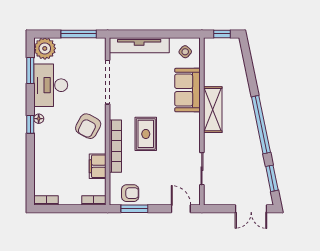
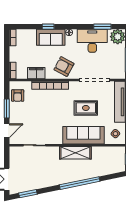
sofa: (187, 90) -> (83, 135), width x1.36
window: (30, 124) -> (48, 27), moved
window: (261, 125) -> (80, 183), moved
rug: (146, 134) -> (86, 108), moved
sofa: (46, 145) -> (51, 37), added
window: (134, 209) -> (7, 108), moved

